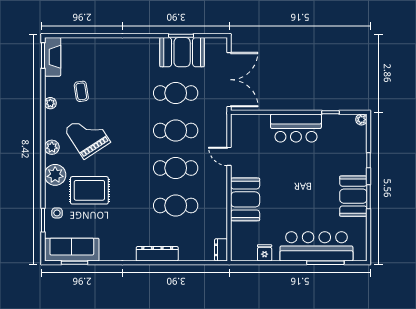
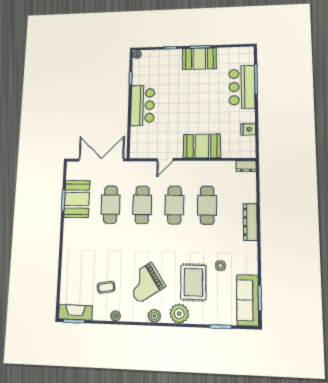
side table: (57, 213) -> (220, 266), moved
bar counter: (316, 246) -> (242, 87), width x0.73

